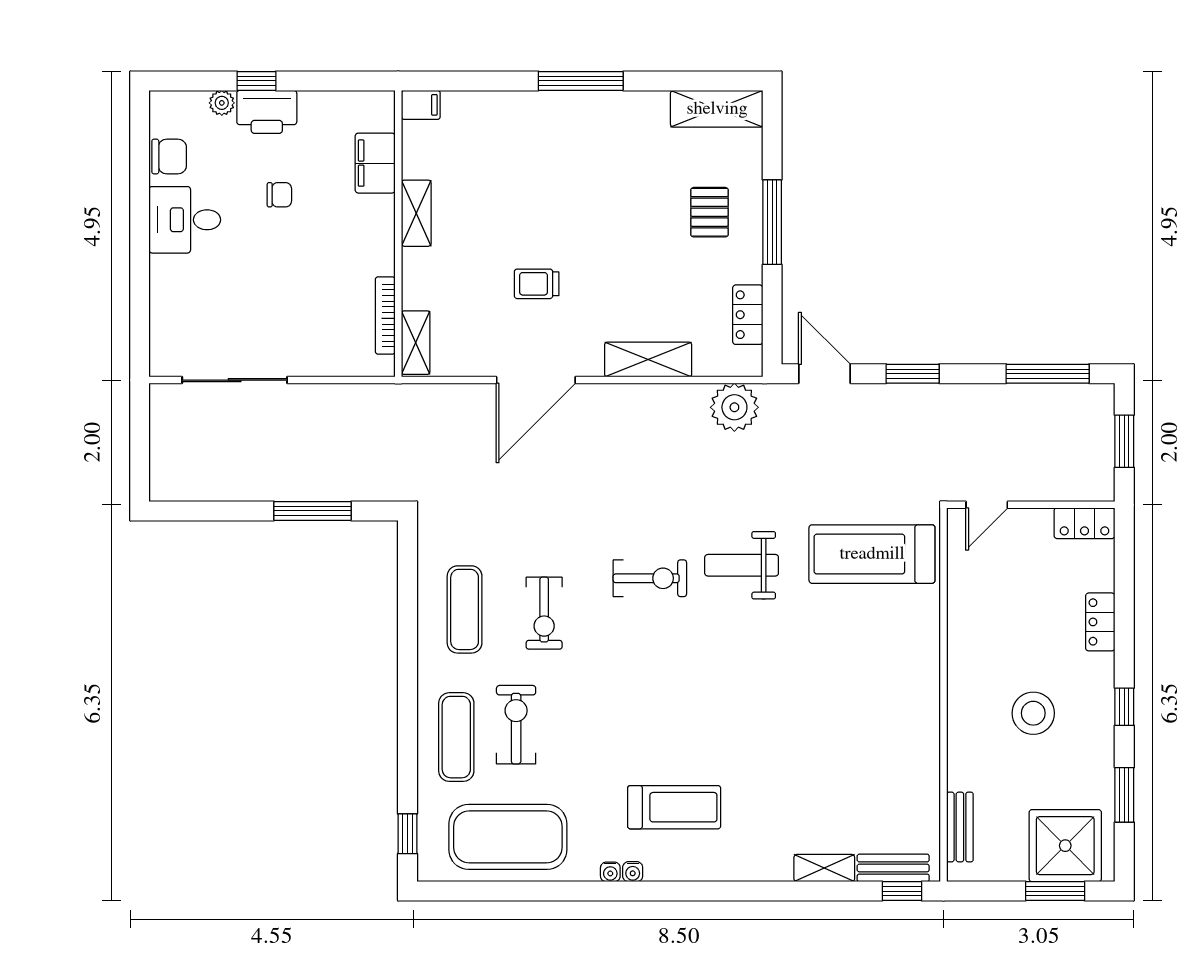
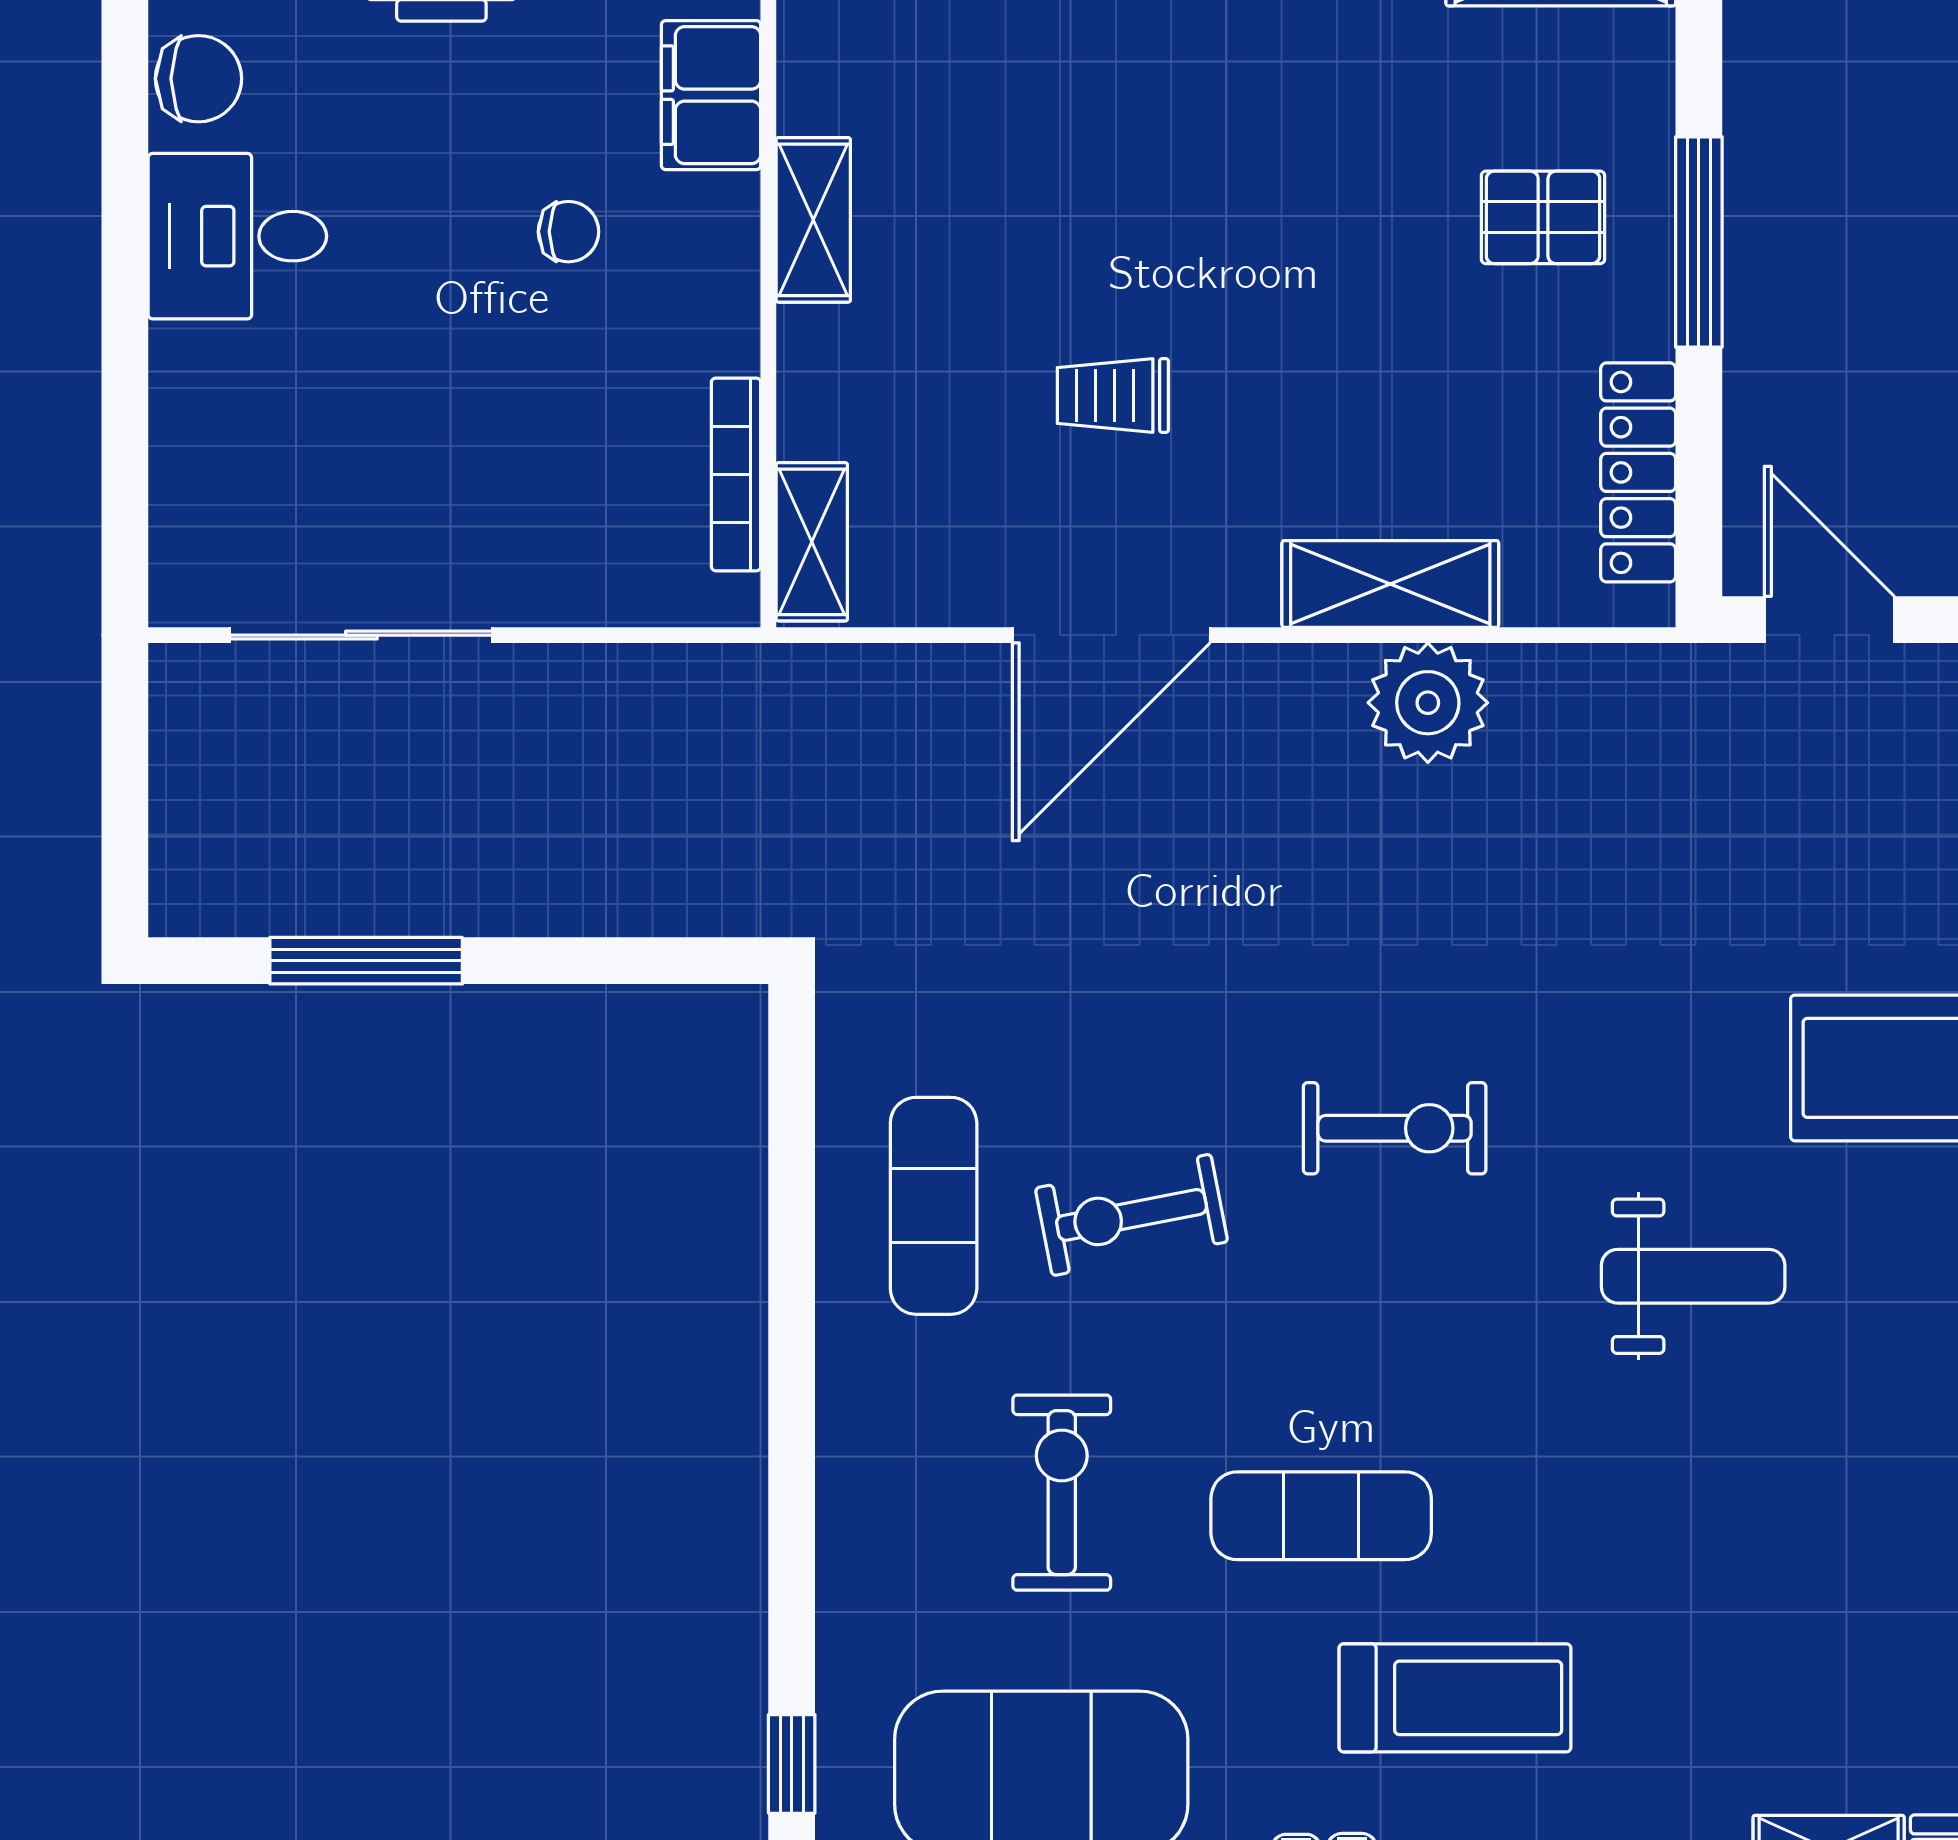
chair: (279, 195) -> (568, 232), moved
pallet: (710, 212) -> (1543, 217), turned 90
locker: (748, 315) -> (1638, 472), width x1.53
plant: (734, 407) -> (1428, 703), moved
window: (312, 511) -> (366, 961), moved
weight bench: (742, 565) -> (1693, 1276), moved, turned 180
exercise bike: (544, 613) -> (1132, 1215), turned 79
exercise mat: (456, 737) -> (1321, 1516), moved, turned 90

